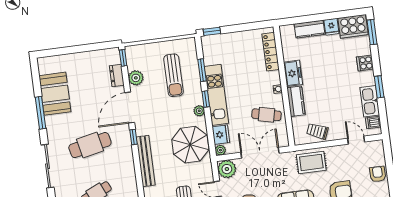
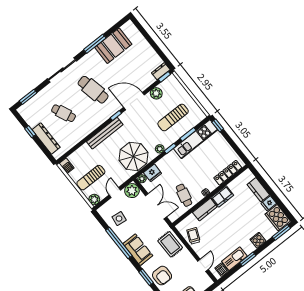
dresser: (117, 76) -> (161, 71), moved
kitchen unit: (216, 95) -> (196, 139), moved

